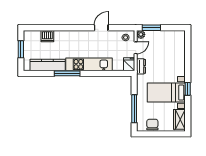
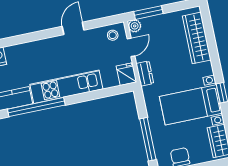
wardrobe: (179, 50) -> (197, 38), added
window: (67, 73) -> (36, 107), width x1.46

